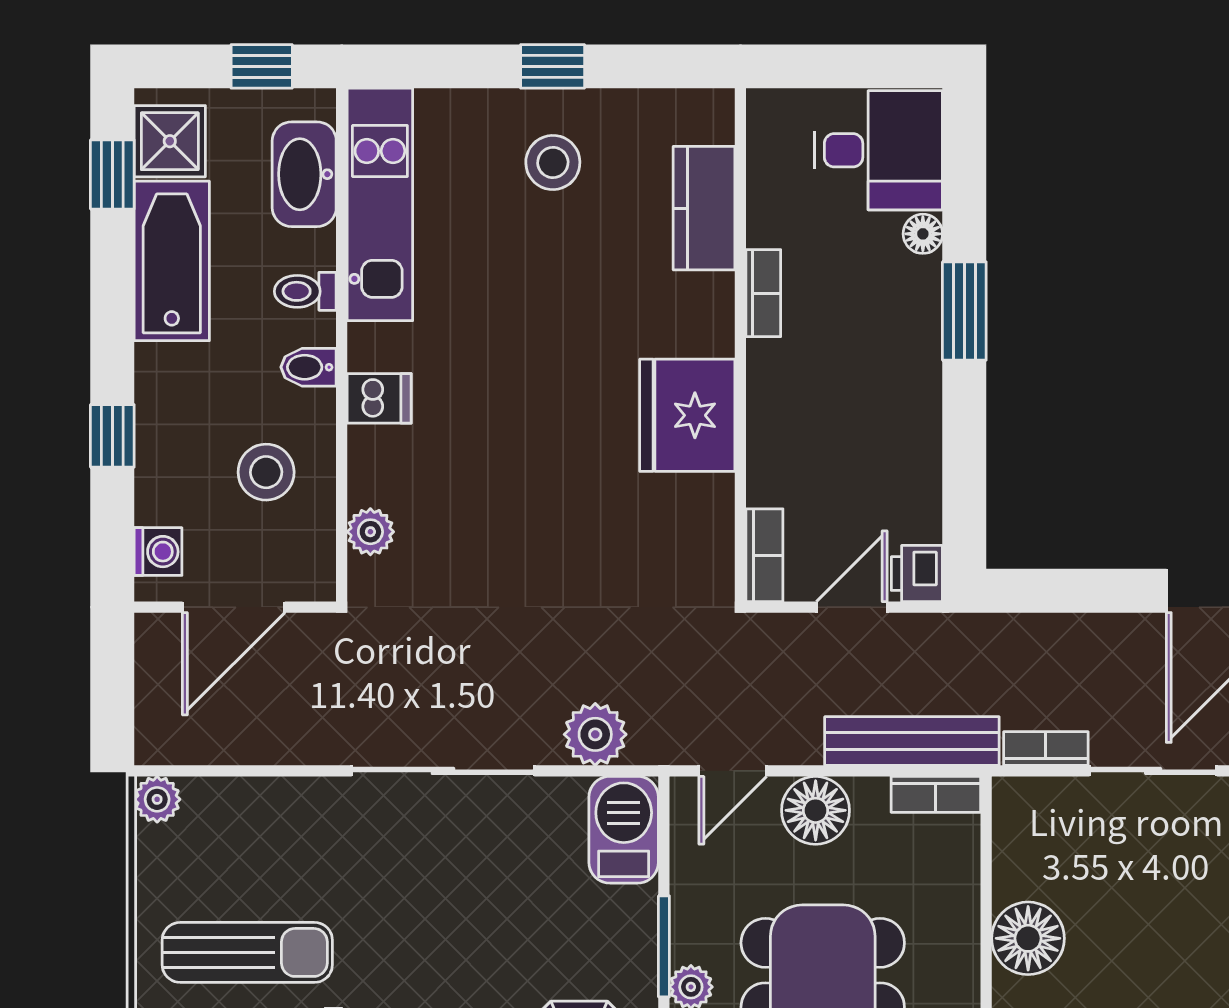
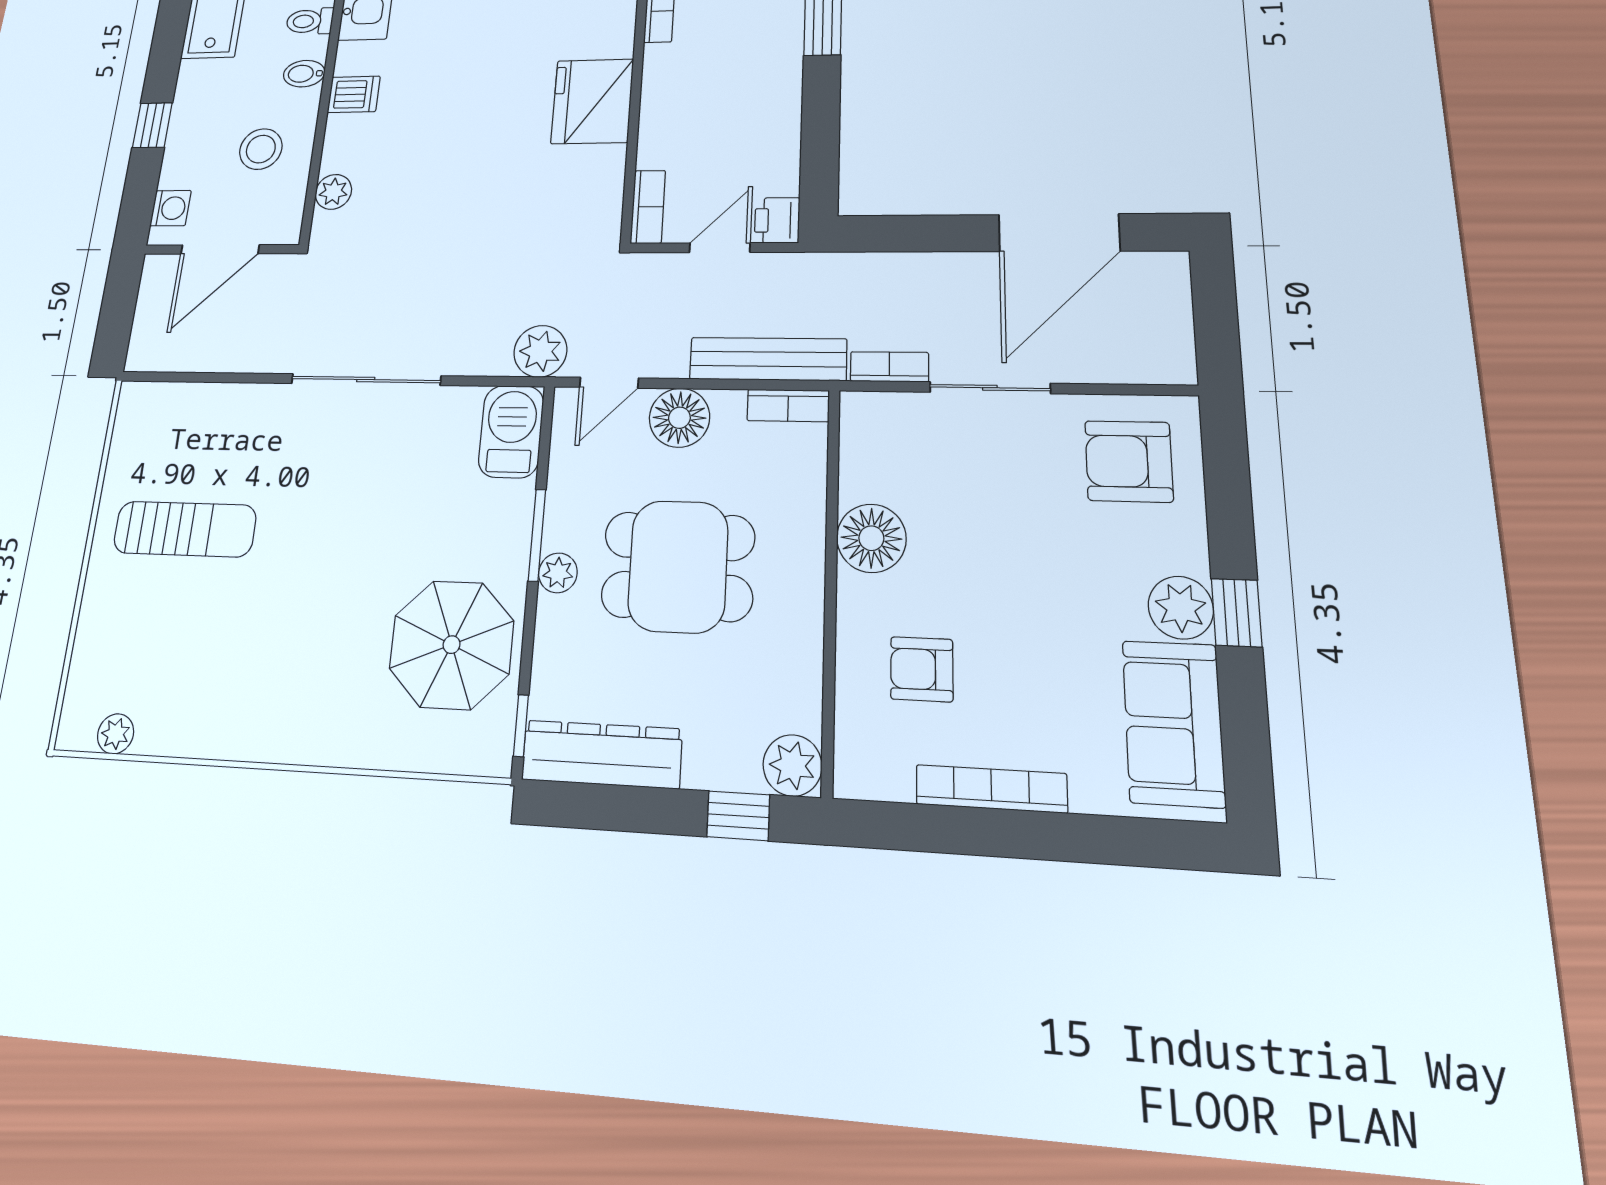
plant: (595, 734) -> (540, 351), moved
plant: (157, 799) -> (135, 399), removed

